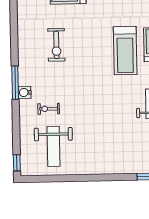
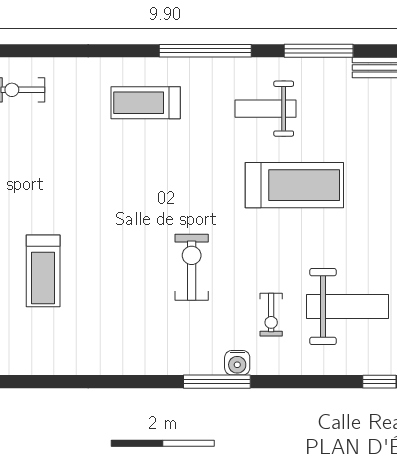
exercise bike: (56, 45) -> (192, 267), moved, turned -90
treadmill: (125, 51) -> (294, 185), moved

